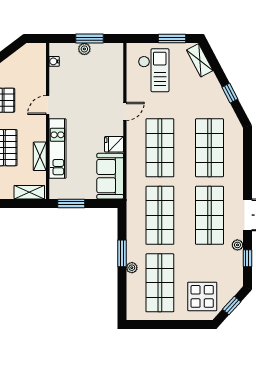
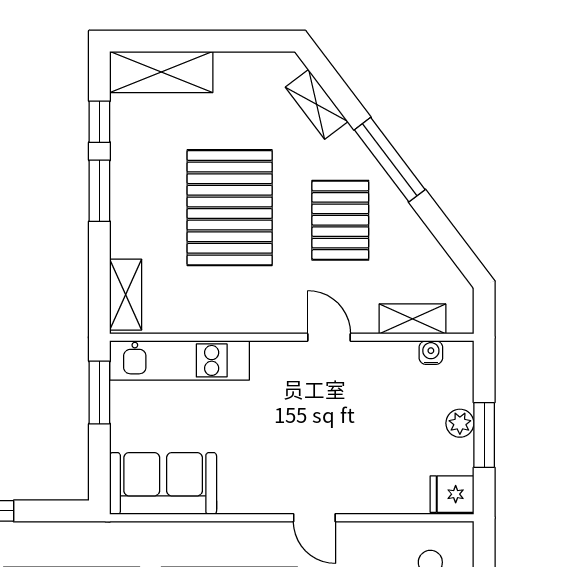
fridge: (114, 144) -> (452, 494), moved, turned -90
kitchen unit: (57, 149) -> (180, 360), moved
shelving: (40, 156) -> (412, 319), moved

